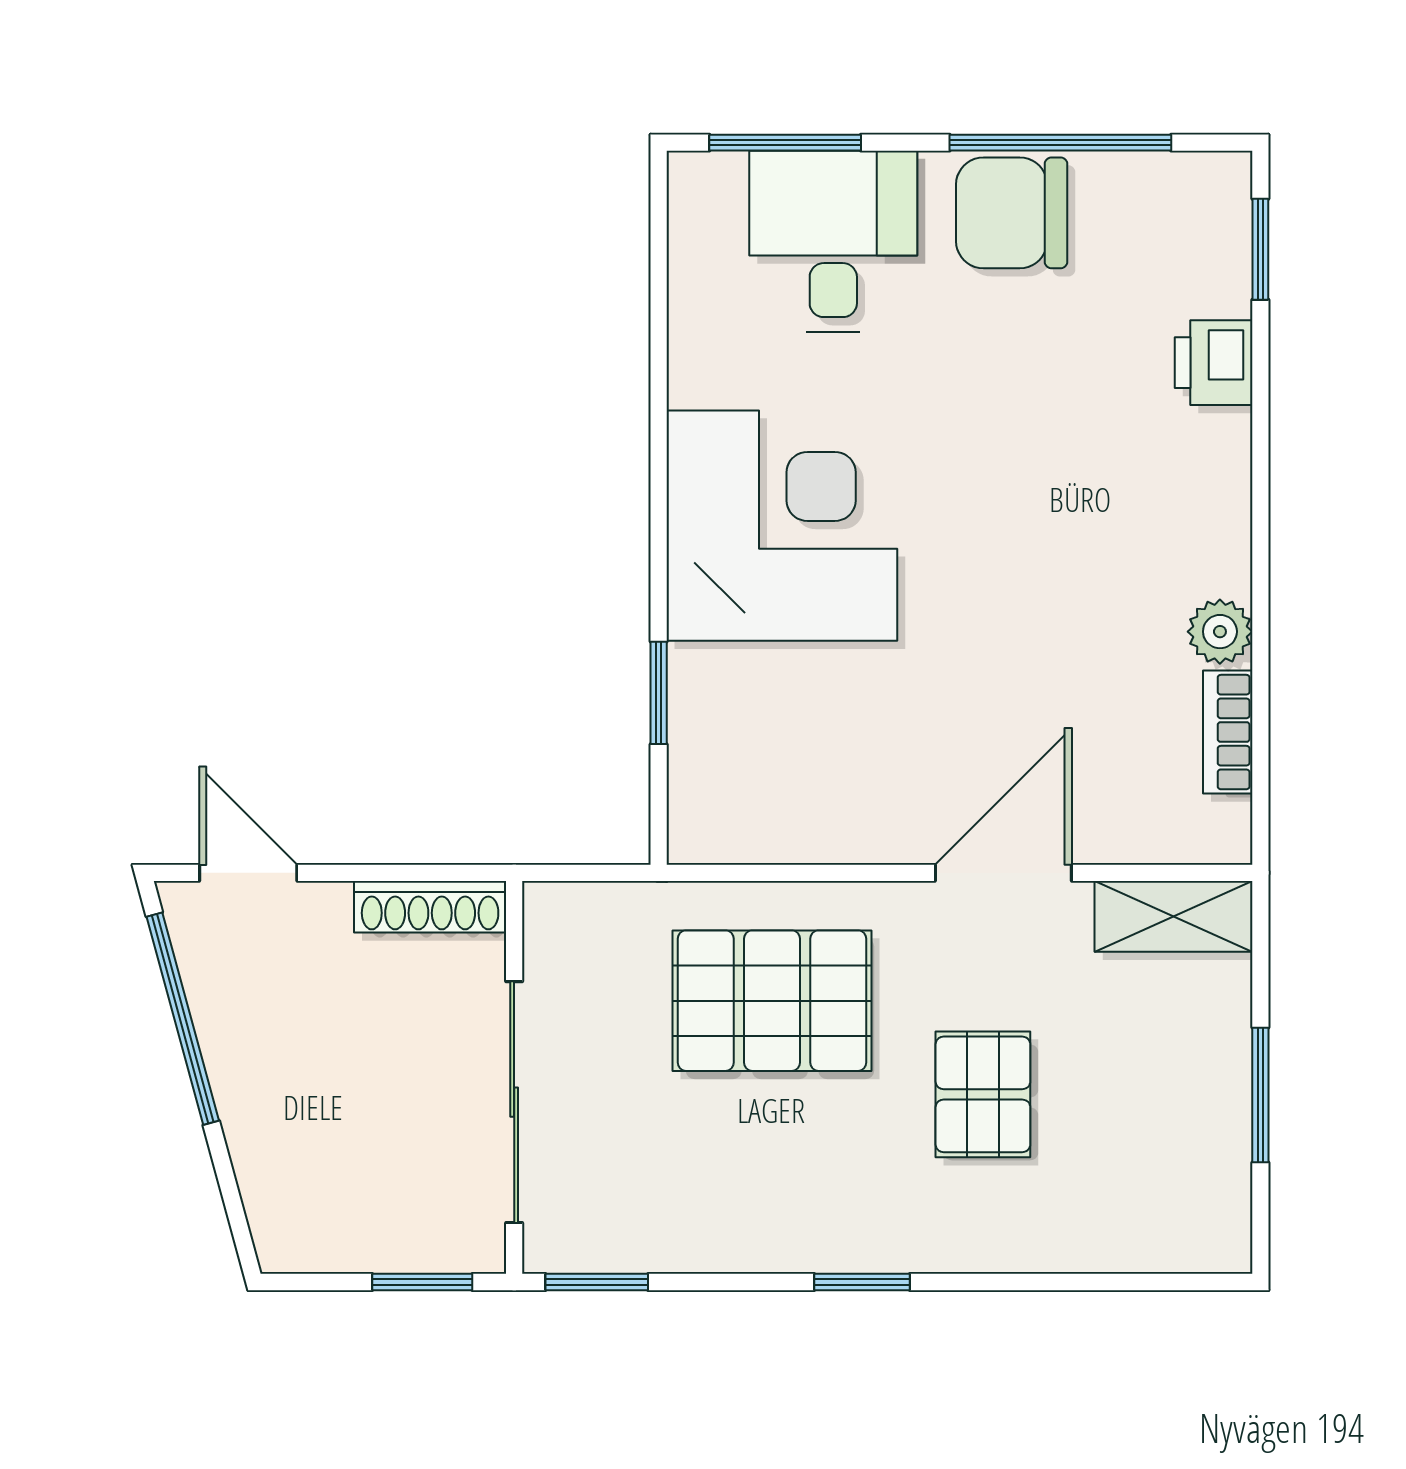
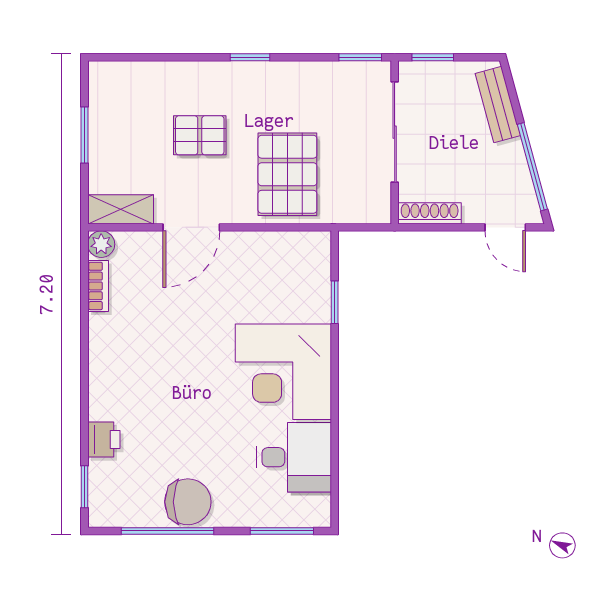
desk: (833, 241) -> (294, 457), moved, turned -90
plant: (1220, 632) -> (101, 244), moved
pallet: (772, 1001) -> (287, 174), turned 90
pallet: (983, 1094) -> (200, 135), turned 90
bench: (266, 1168) -> (498, 105), added

